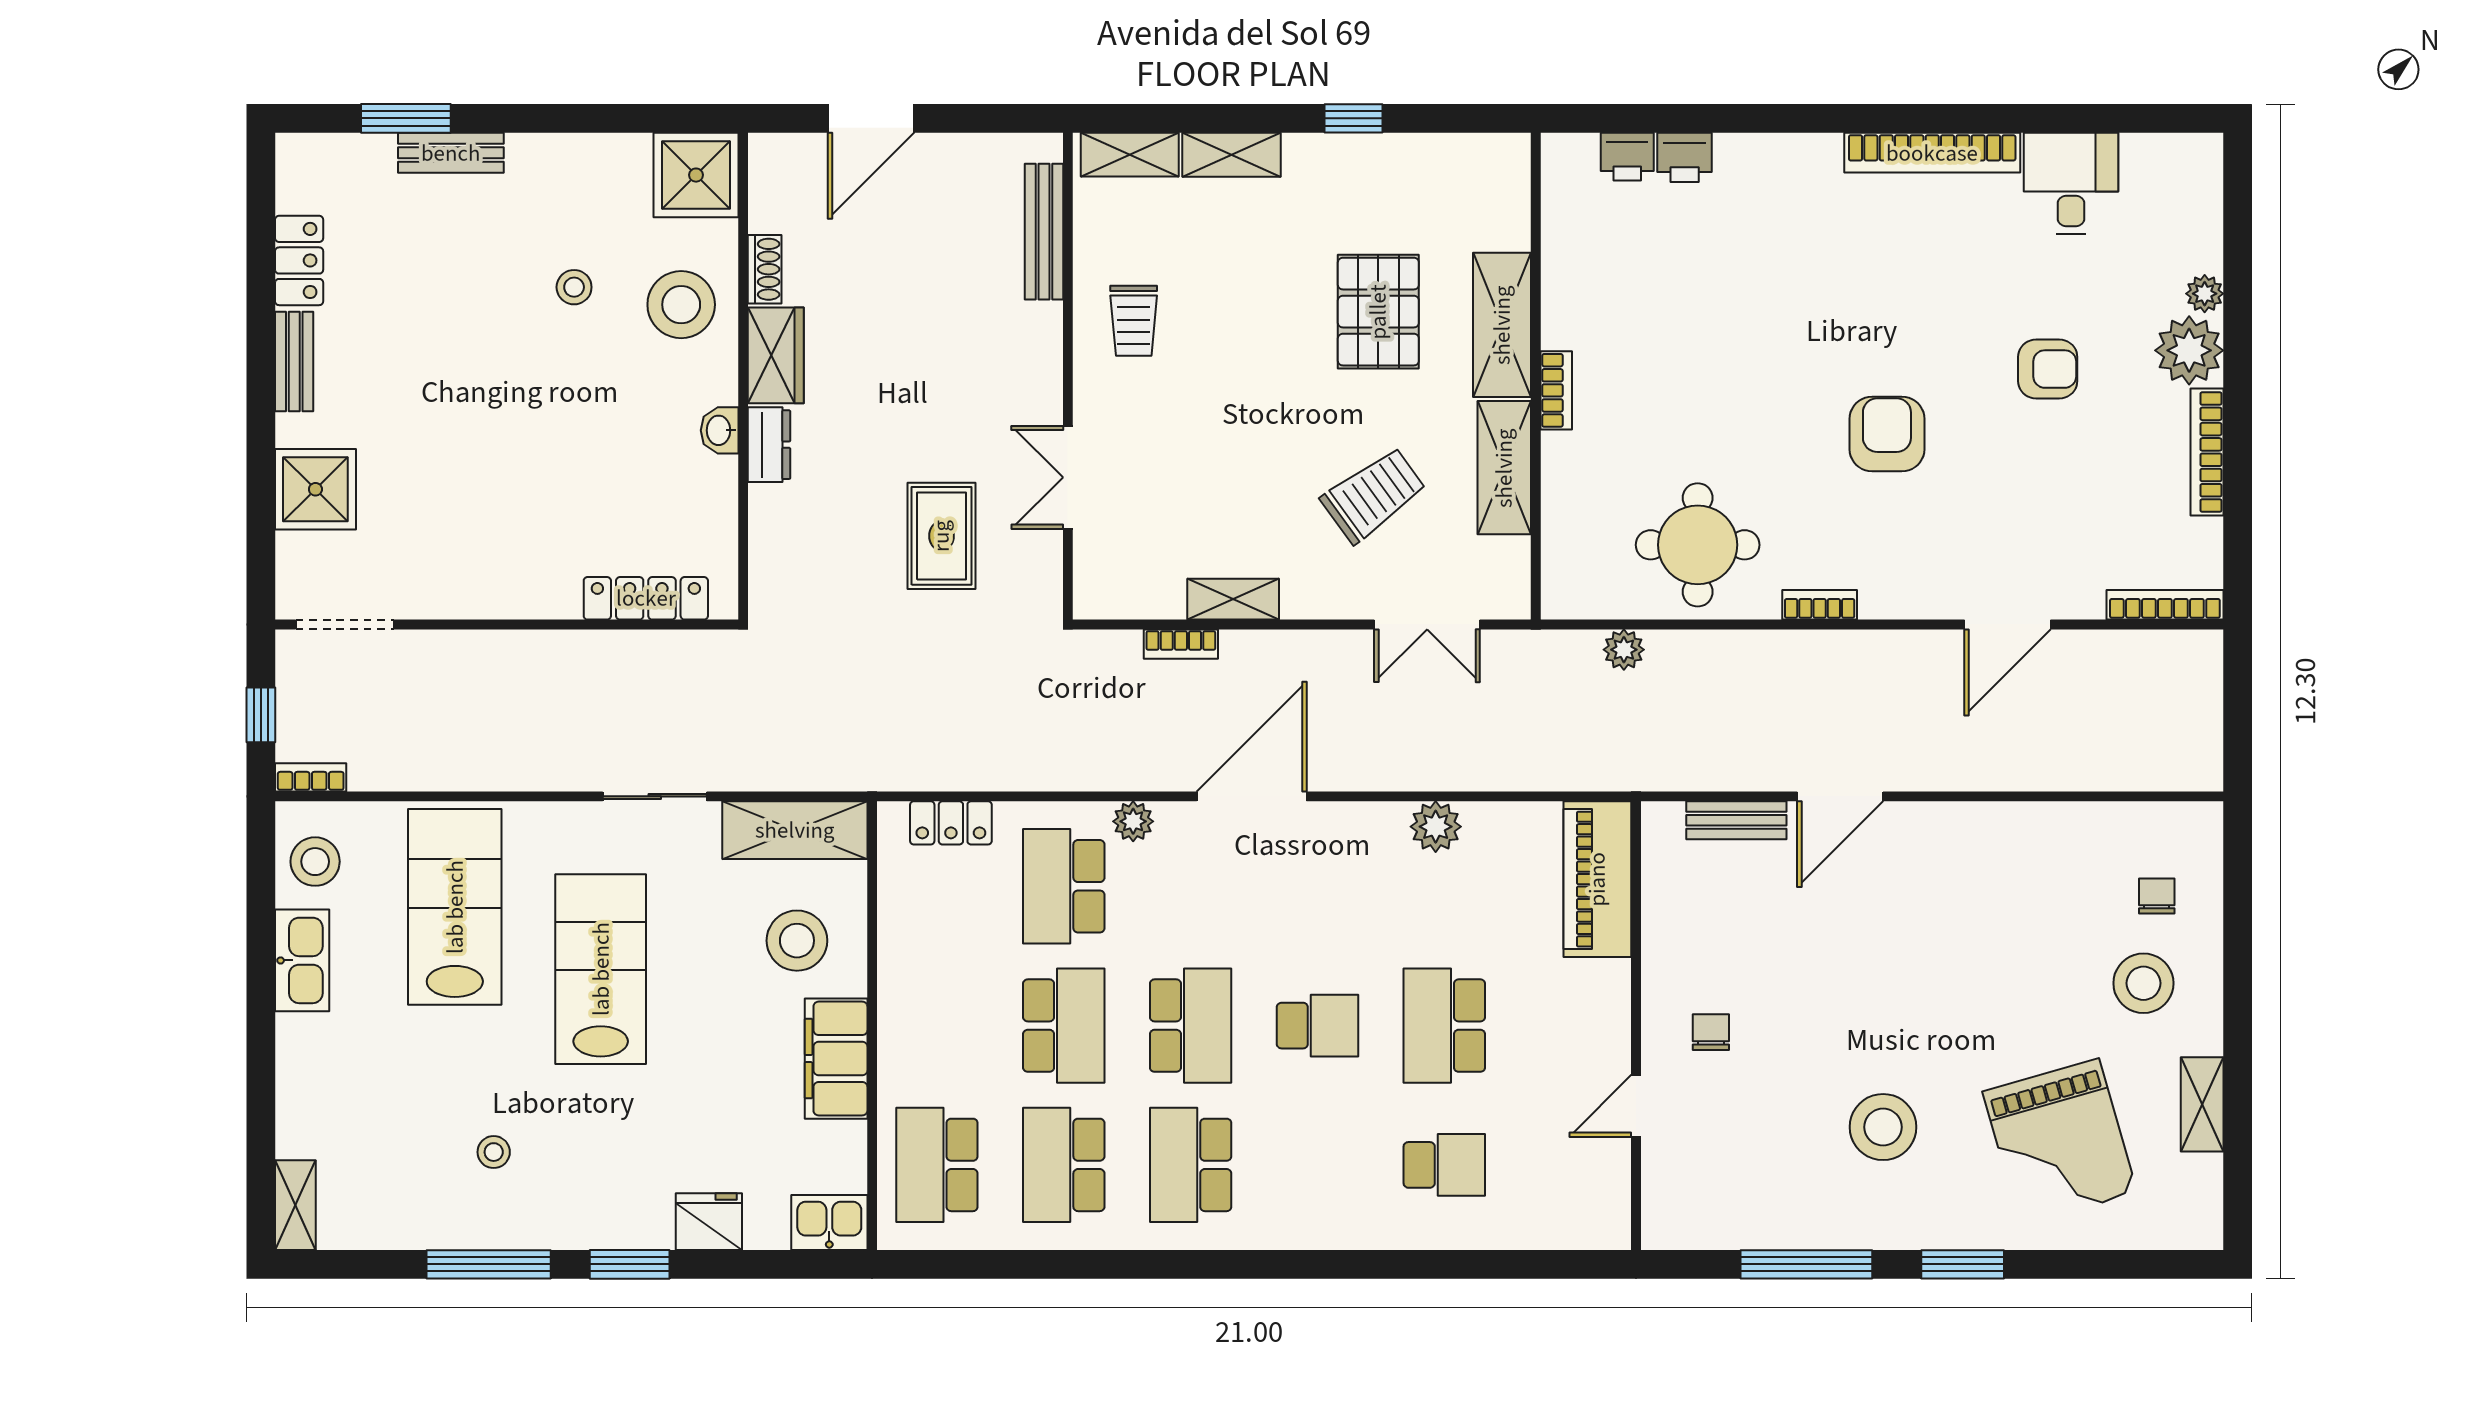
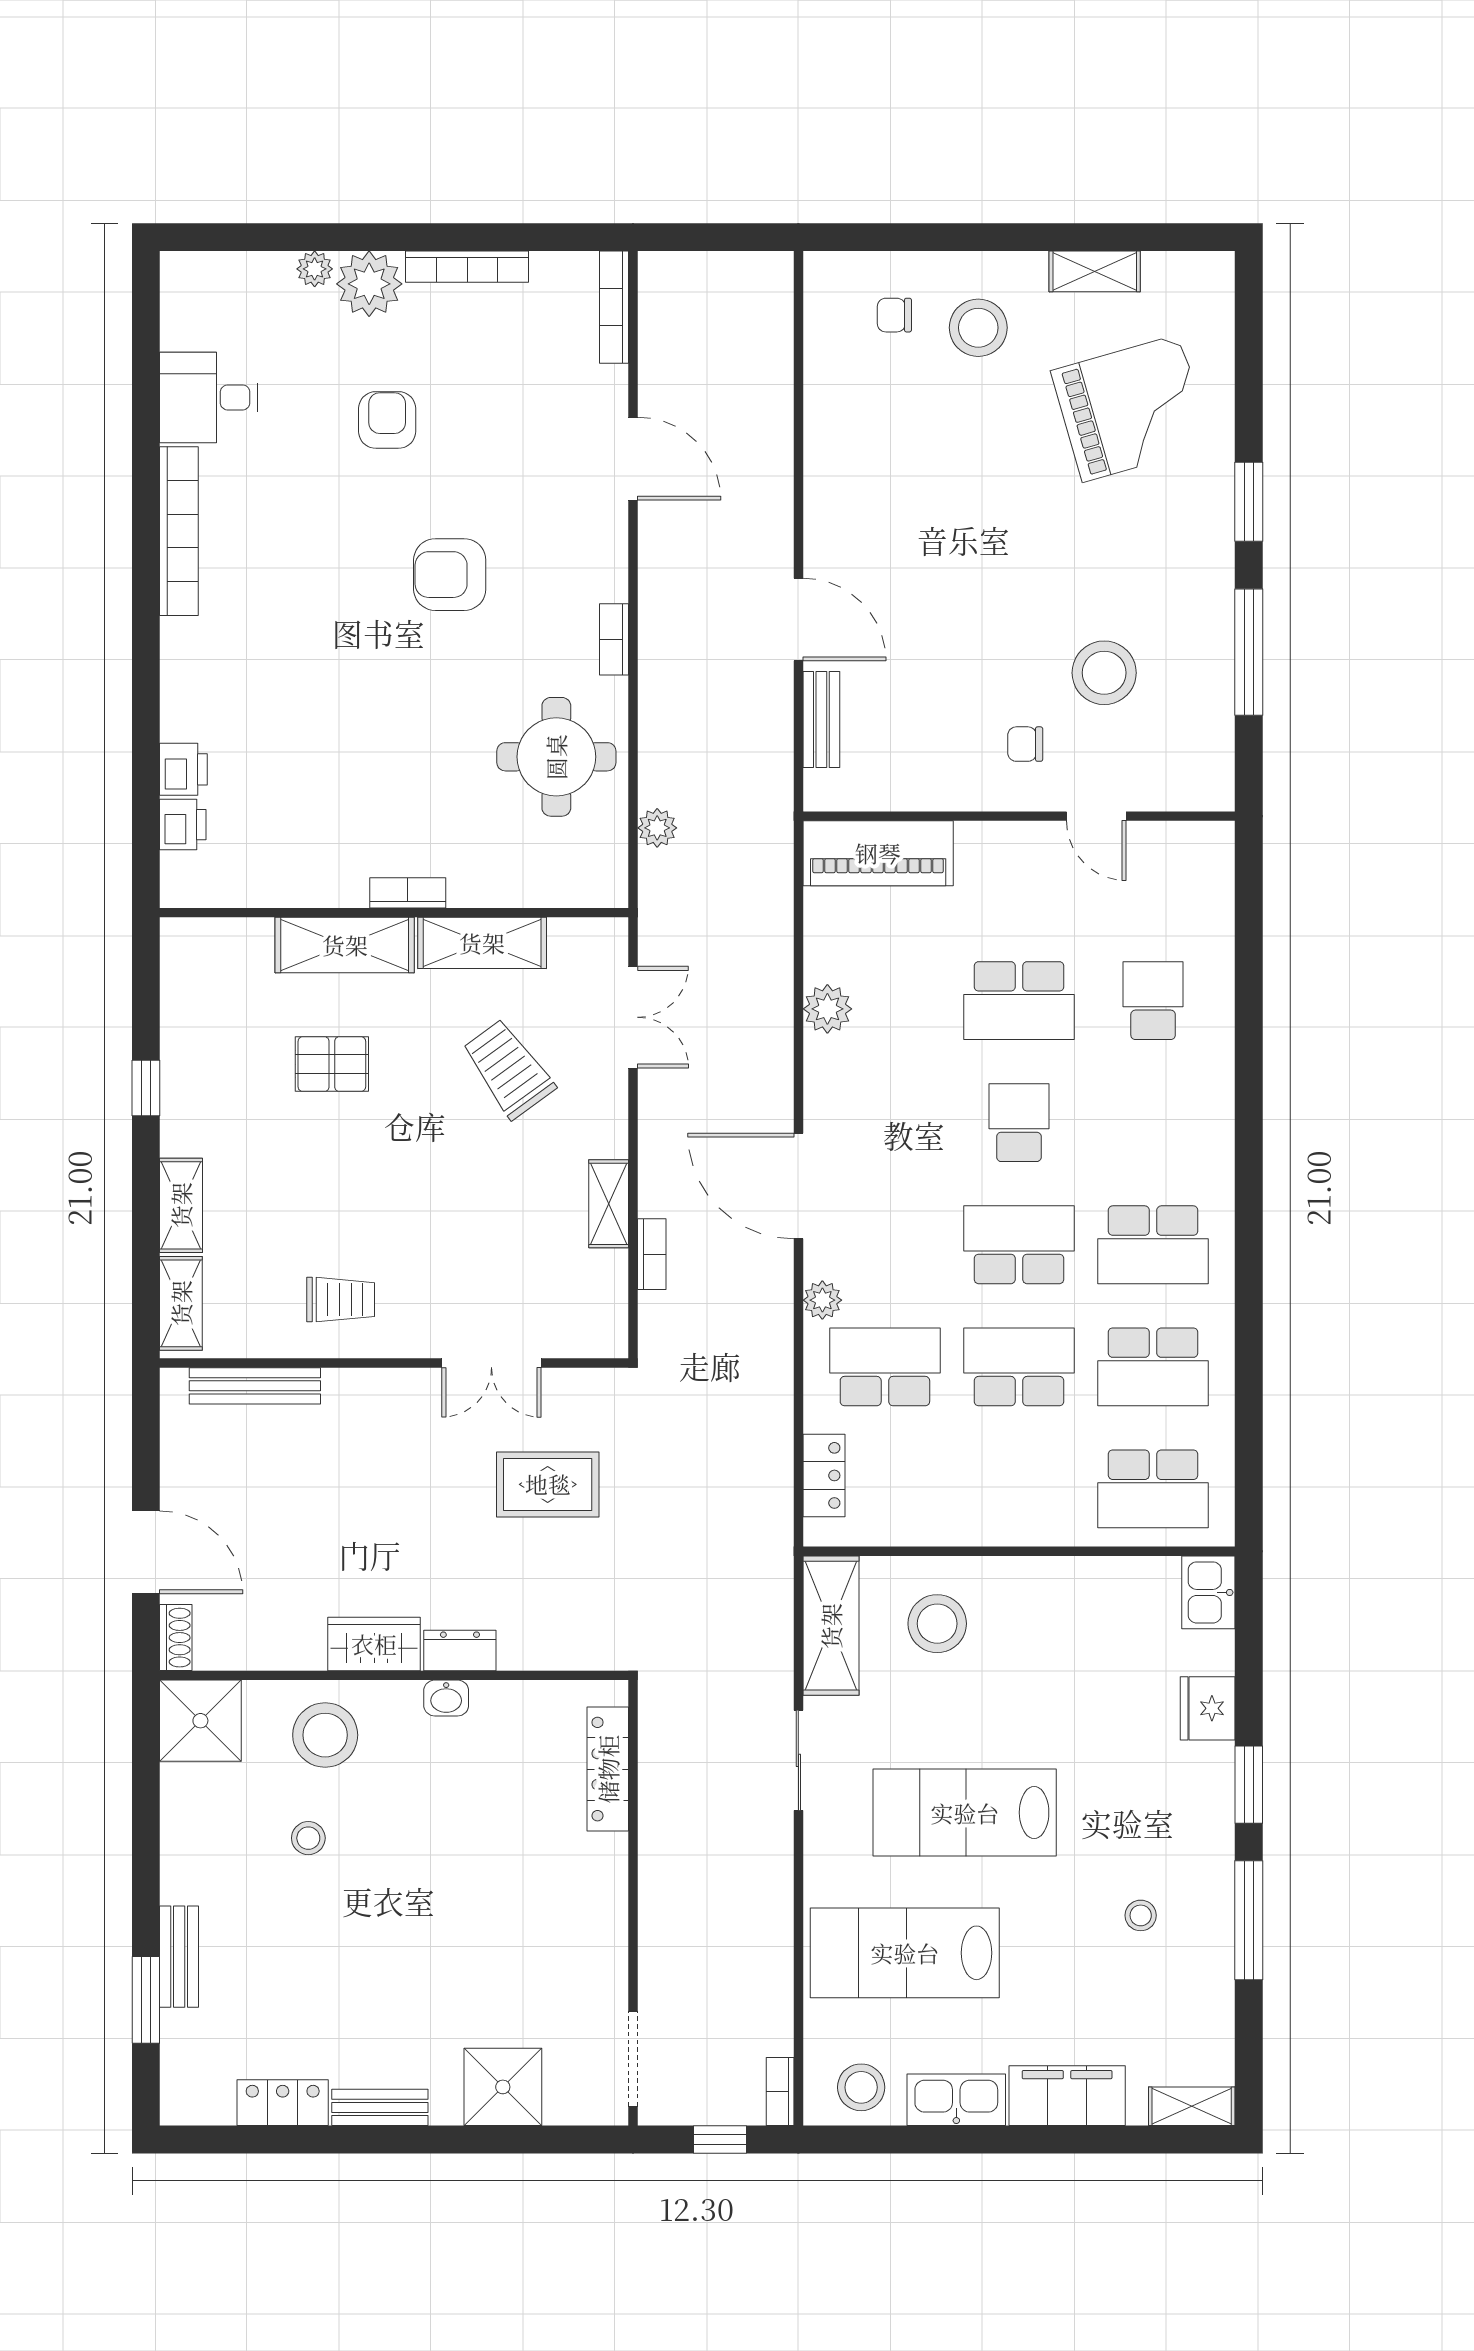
shoe rack: (765, 269) -> (176, 1638), moved, turned 90
pallet: (1378, 312) -> (332, 1064), width x0.67, depth x0.71
school desk: (1064, 886) -> (885, 1367), turned 180
filing cabinet: (836, 1059) -> (1067, 2096), moved, turned 180
stool: (1883, 1127) -> (1104, 673), moved

